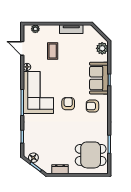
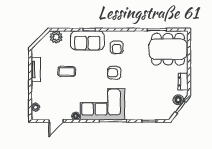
coffee table: (53, 51) -> (67, 71), moved
dining table: (91, 155) -> (168, 49), width x1.38
floor lamp: (33, 158) -> (178, 100), moved

